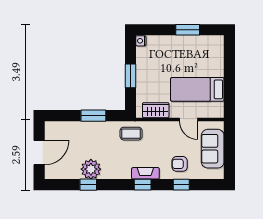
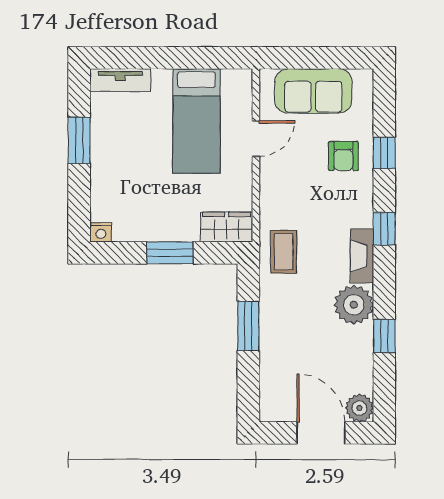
tv unit: (218, 51) -> (120, 80), added
wardrobe: (156, 110) -> (227, 227), moved, turned 90
plant: (91, 169) -> (354, 305), moved
plant: (52, 172) -> (359, 408), added
fireplace: (145, 173) -> (362, 256), moved

